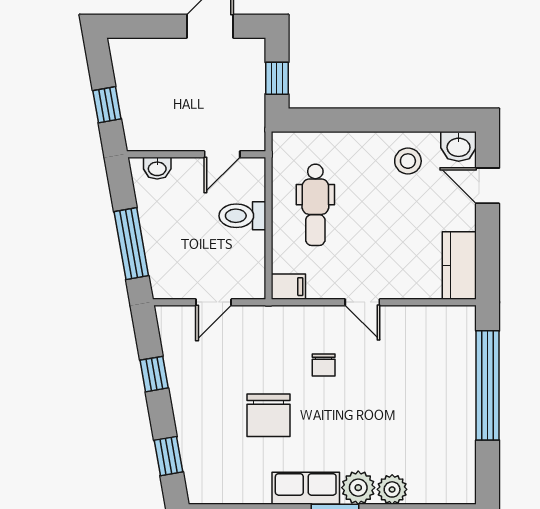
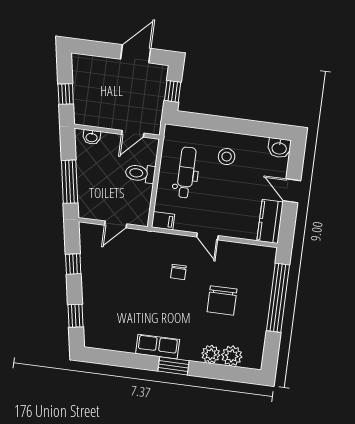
stool: (408, 161) -> (227, 157), moved
door: (488, 186) -> (292, 191), moved
dental chair: (315, 205) -> (186, 172), turned 180
chair: (269, 415) -> (222, 300), moved
plant: (358, 488) -> (232, 356), moved

